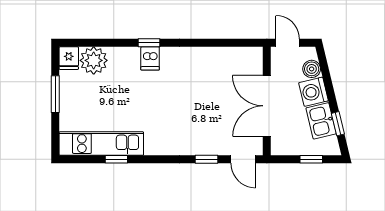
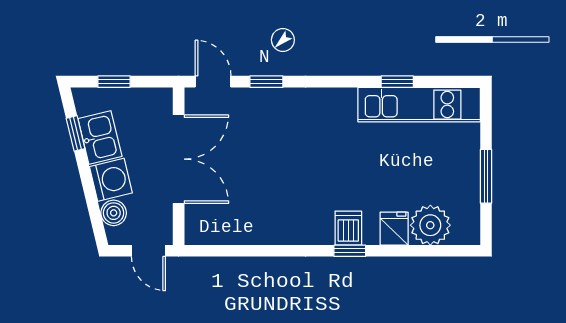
fridge: (69, 58) -> (394, 229), moved

